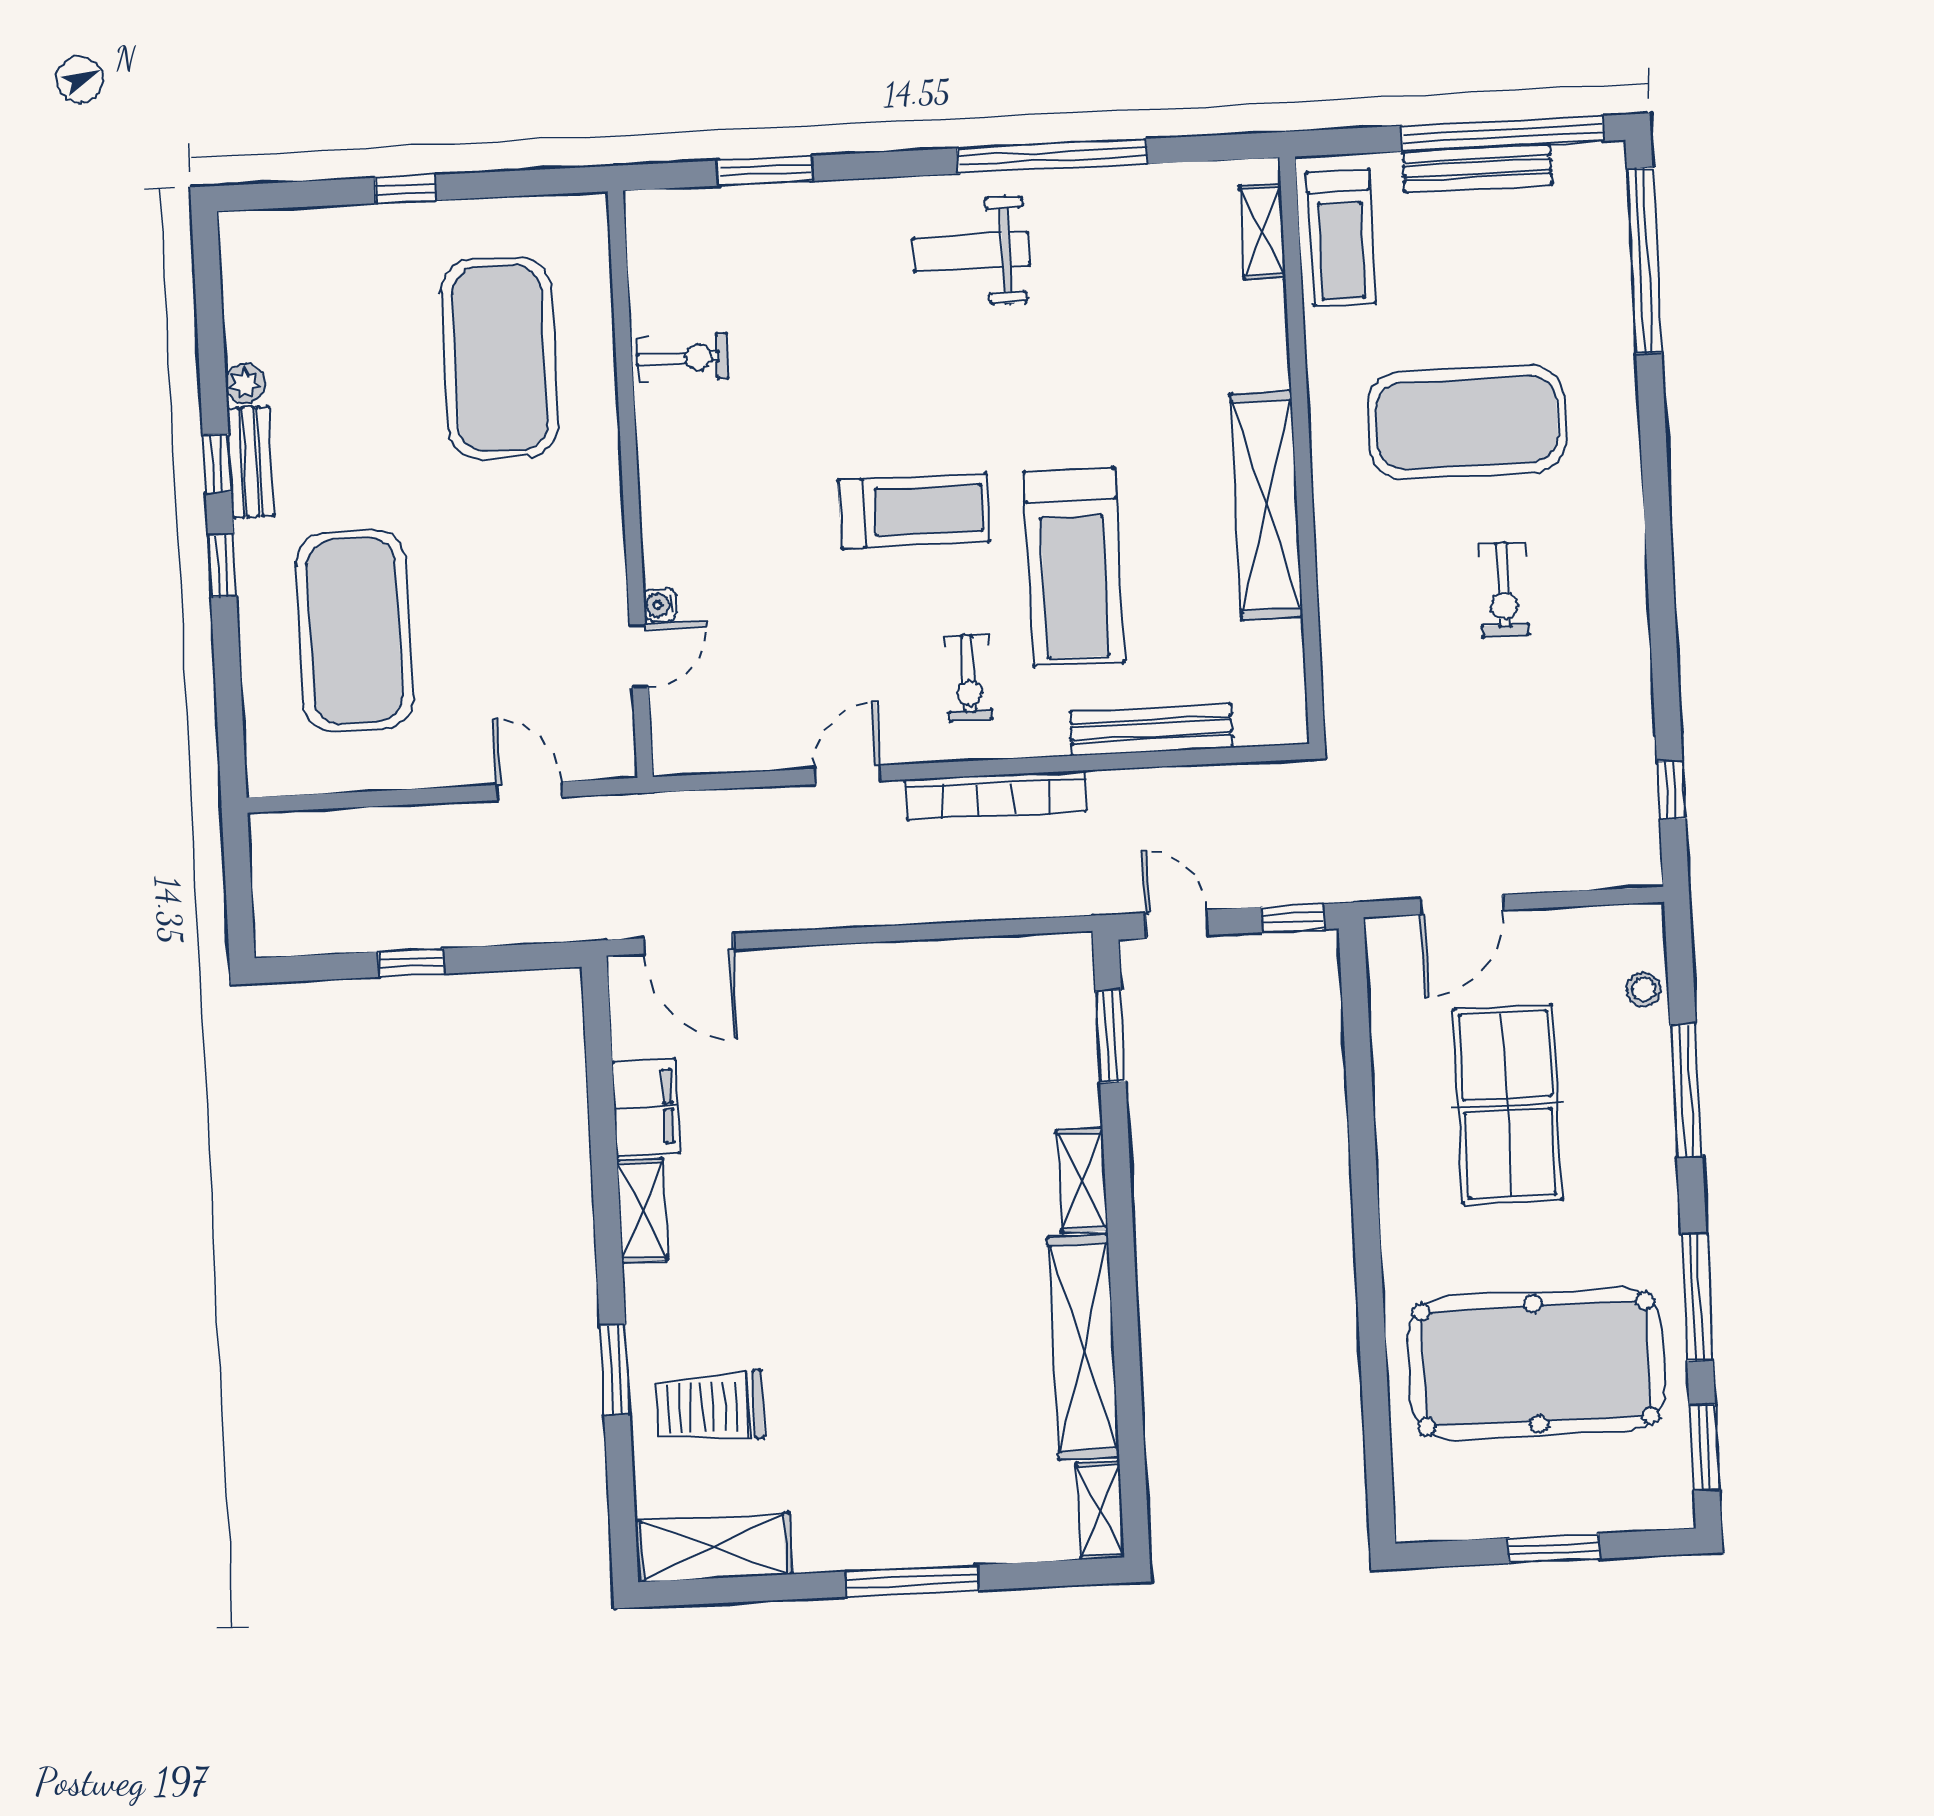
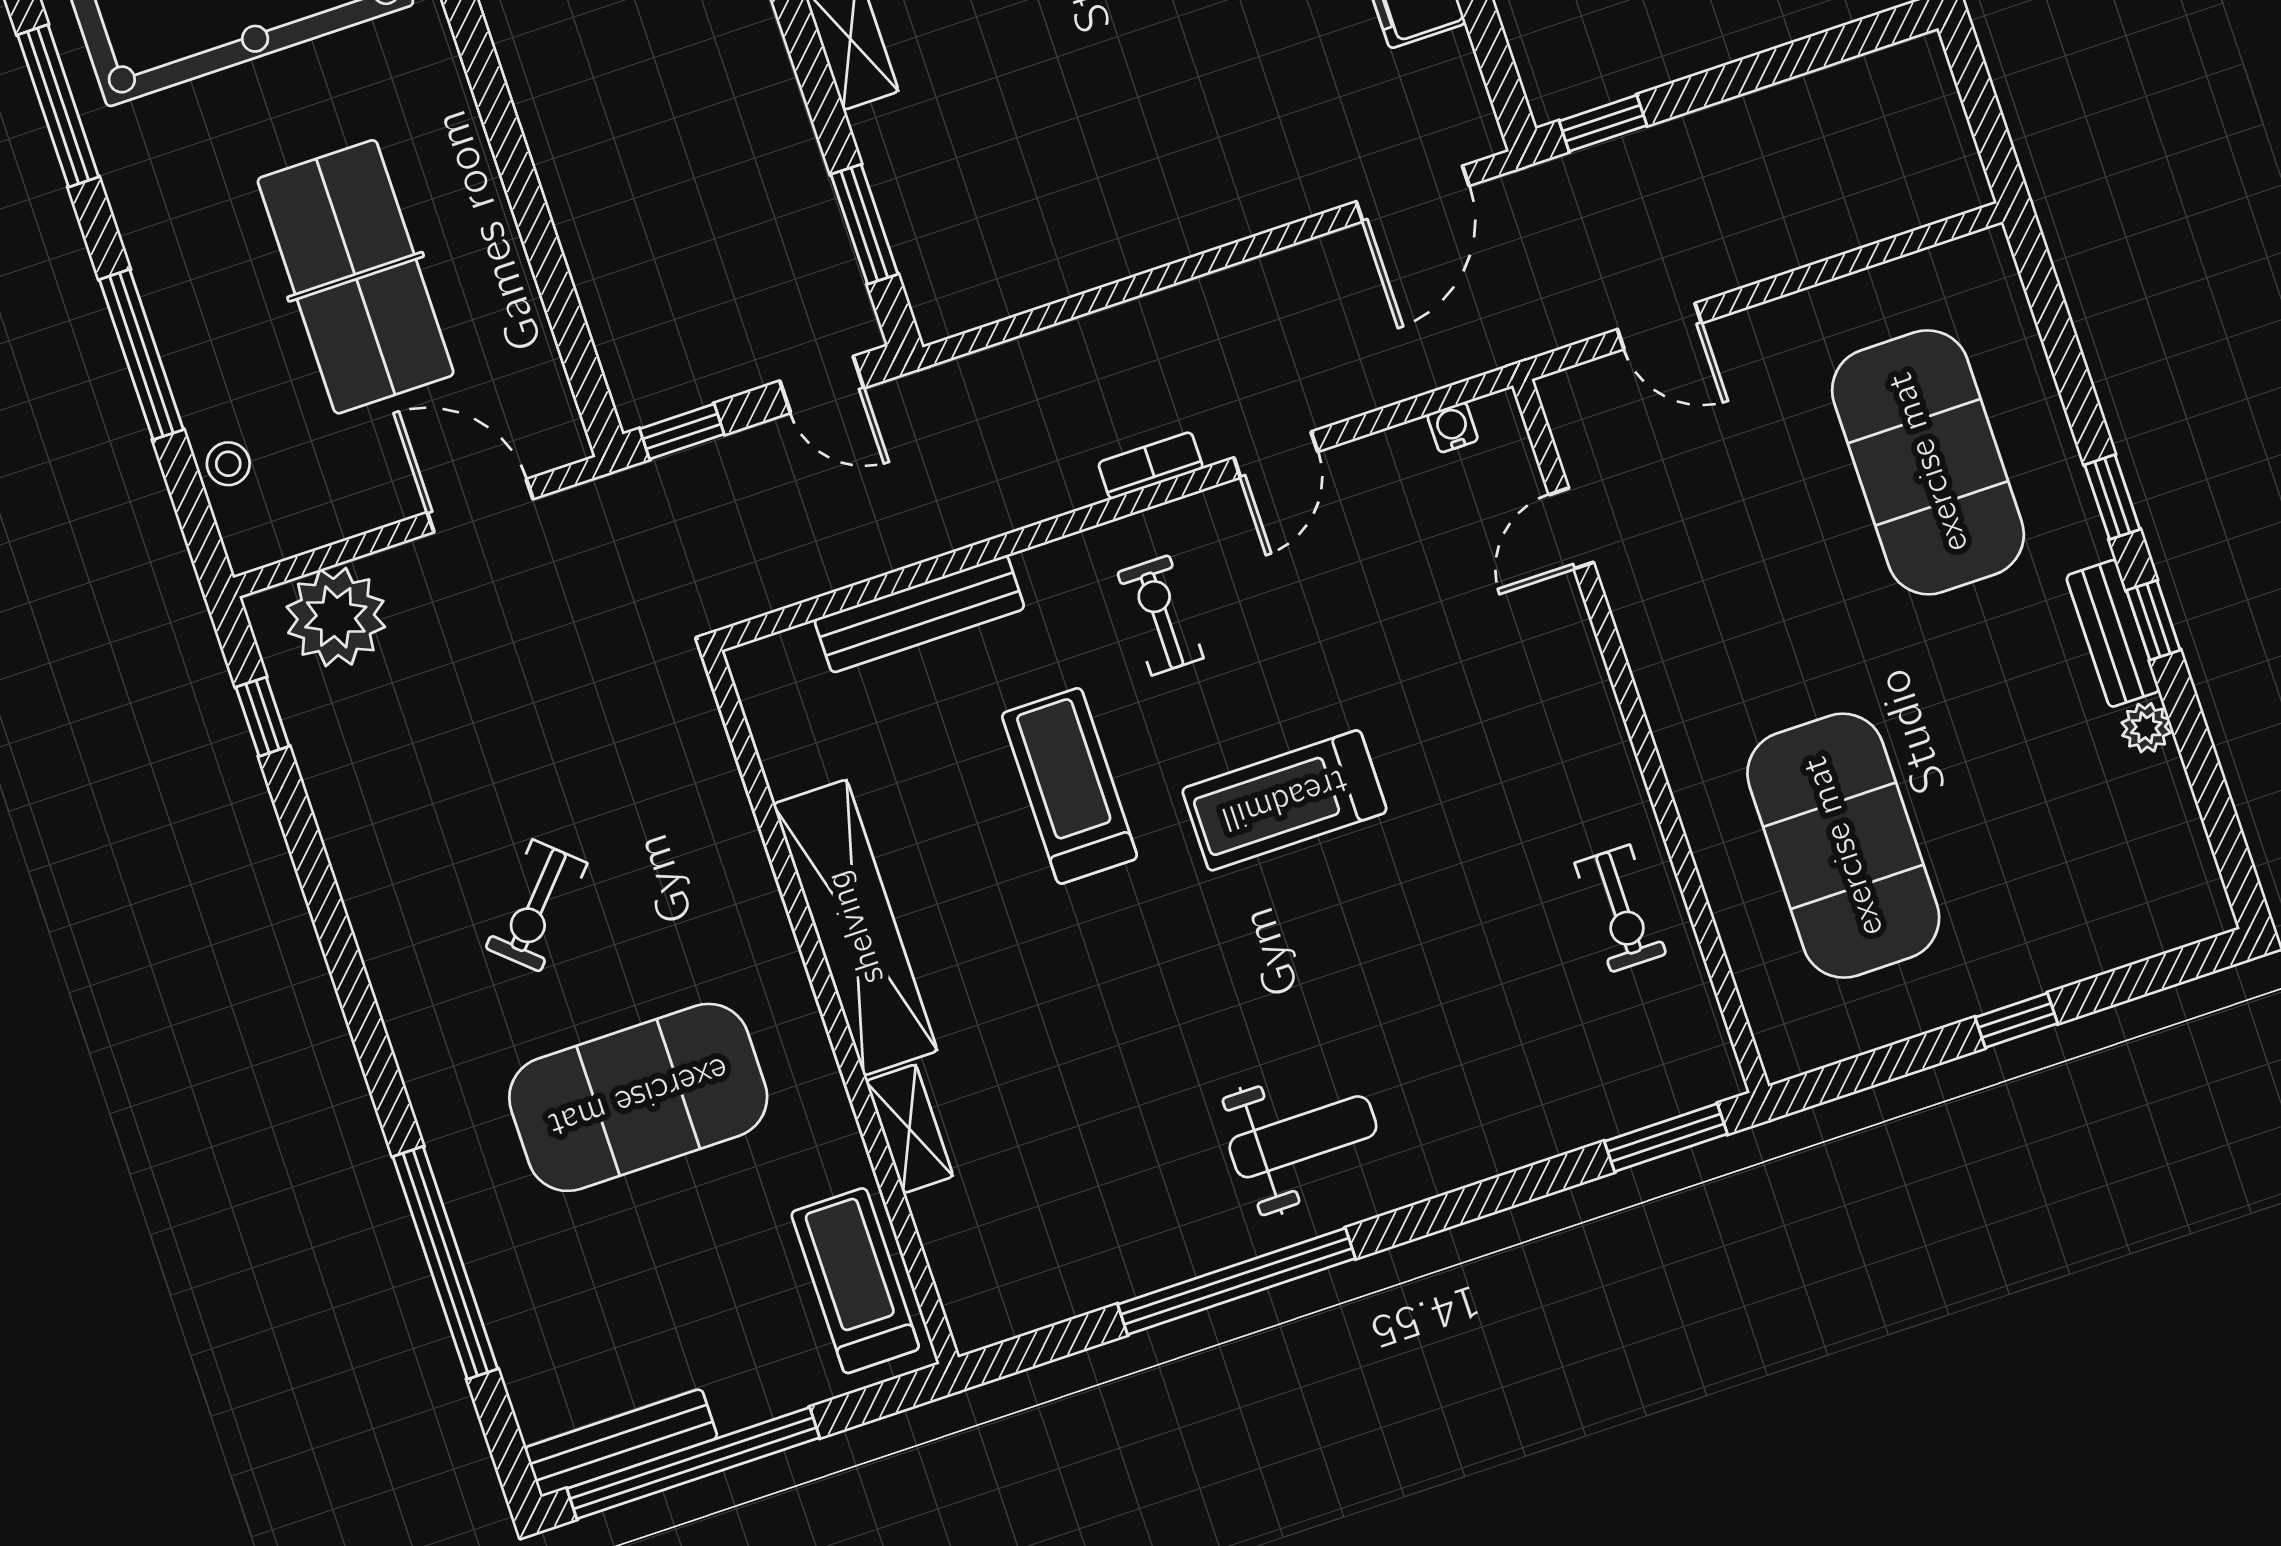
bench: (1477, 168) -> (621, 1443), moved
window: (765, 171) -> (1666, 1138), moved
shelving: (1262, 232) -> (909, 1129), moved
window: (1644, 260) -> (445, 1263), moved
exercise bike: (682, 358) -> (1620, 908), turned -90
treadmill: (1074, 567) -> (1069, 786), width x0.73, depth x0.73
exercise bike: (1504, 589) -> (536, 906), turned -138
water cooler: (660, 605) -> (1453, 427), moved, turned -90
bookcase: (996, 795) -> (1151, 466), width x0.43, depth x0.76
plant: (1594, 851) -> (336, 617), added
door: (1461, 905) -> (480, 506), hinge flipped
door: (688, 944) -> (1413, 194), swing flipped
window: (411, 963) -> (1603, 123), moved

